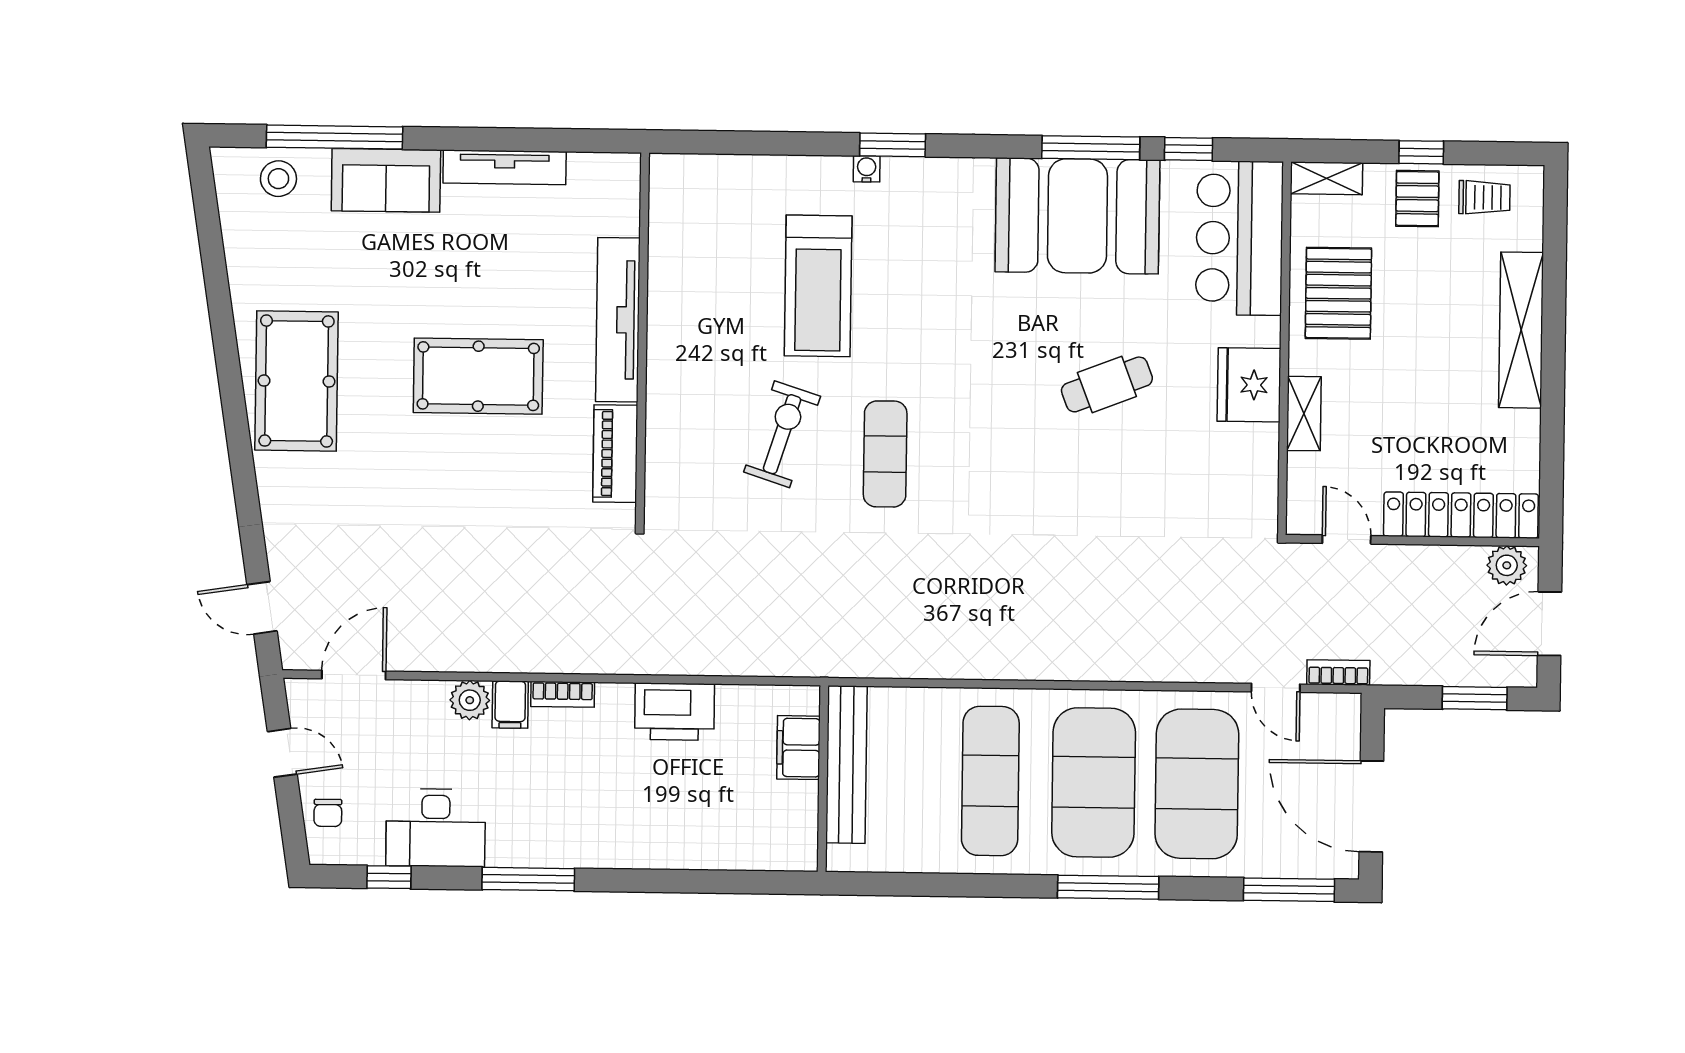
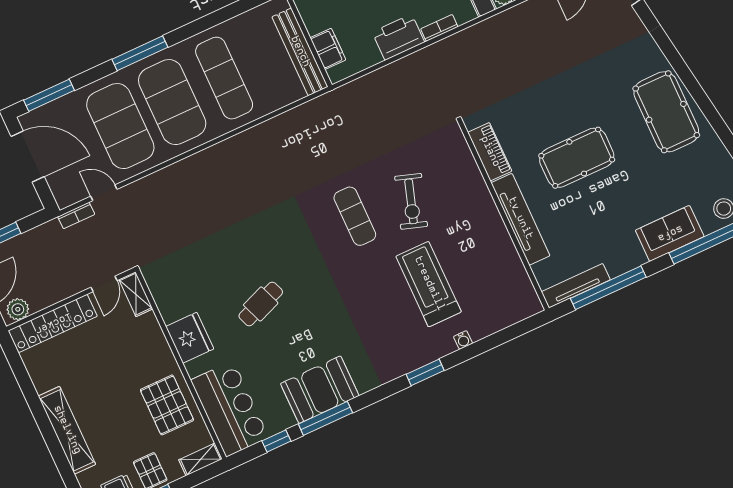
window: (528, 140) -> (608, 288), added
tv unit: (505, 167) -> (576, 286), moved
water cooler: (867, 169) -> (463, 340), moved
booth: (1077, 216) -> (320, 390), width x0.73, depth x0.70
shelving: (1304, 414) -> (136, 294), moved
door: (1347, 540) -> (104, 284), hinge flipped
bookcase: (563, 694) -> (439, 28), moved

